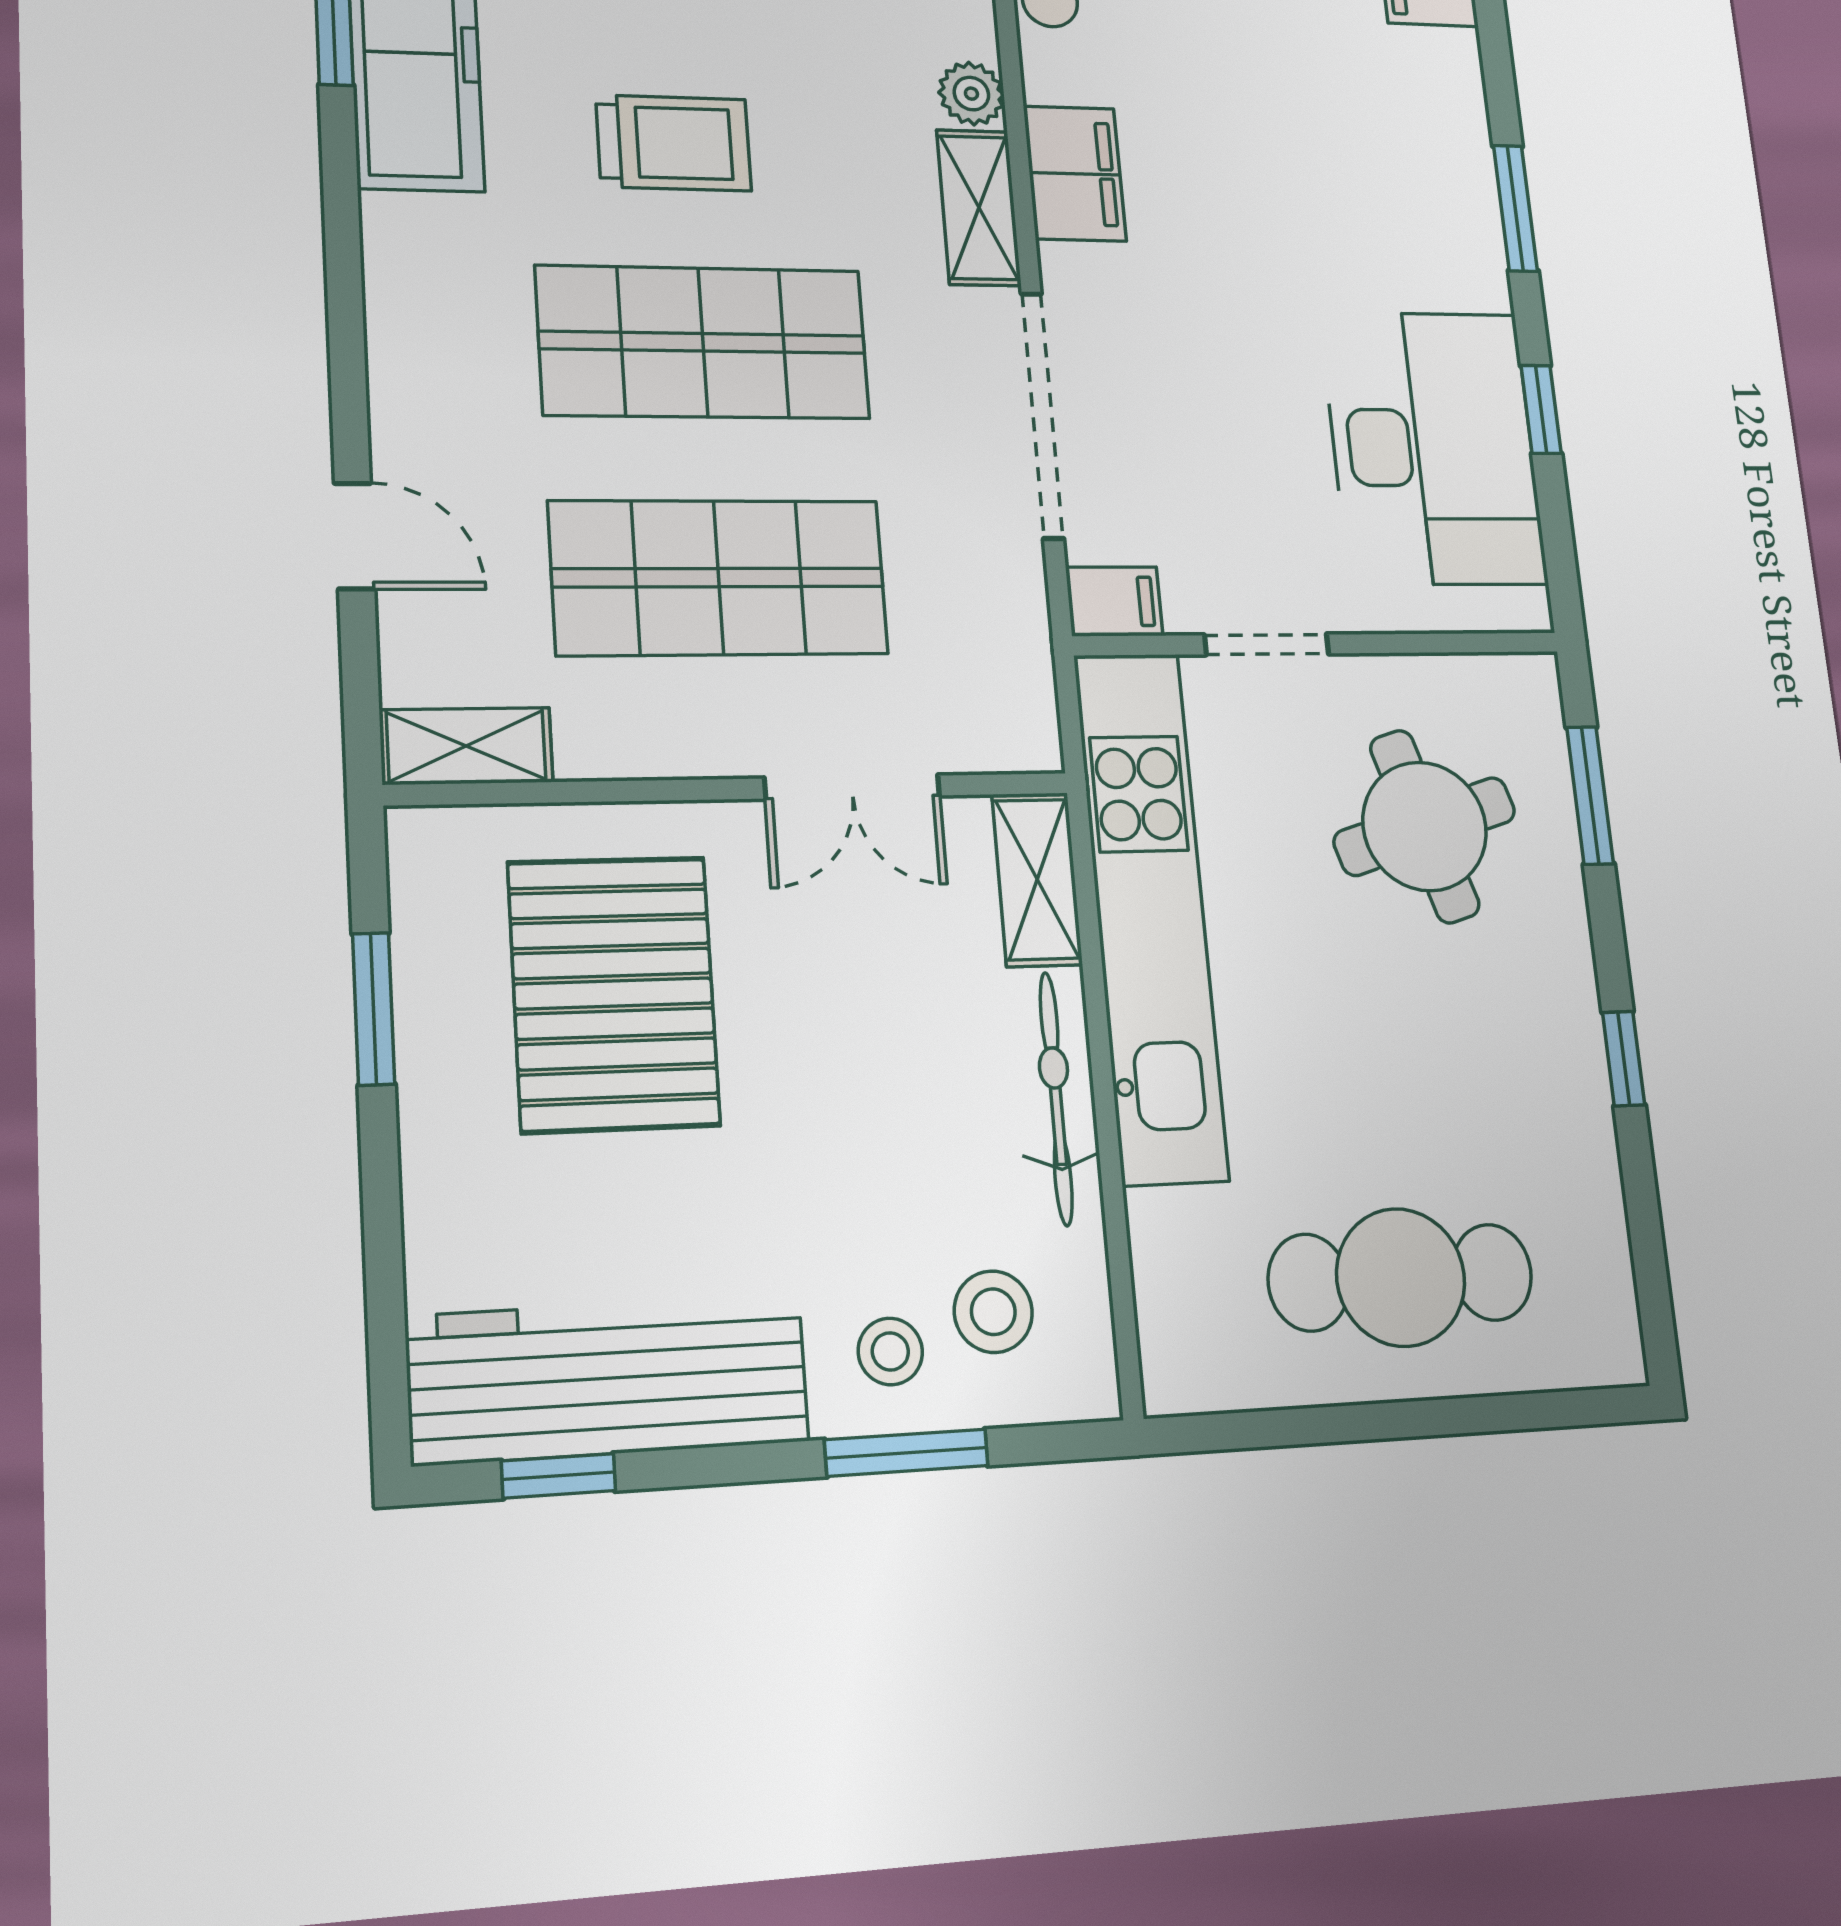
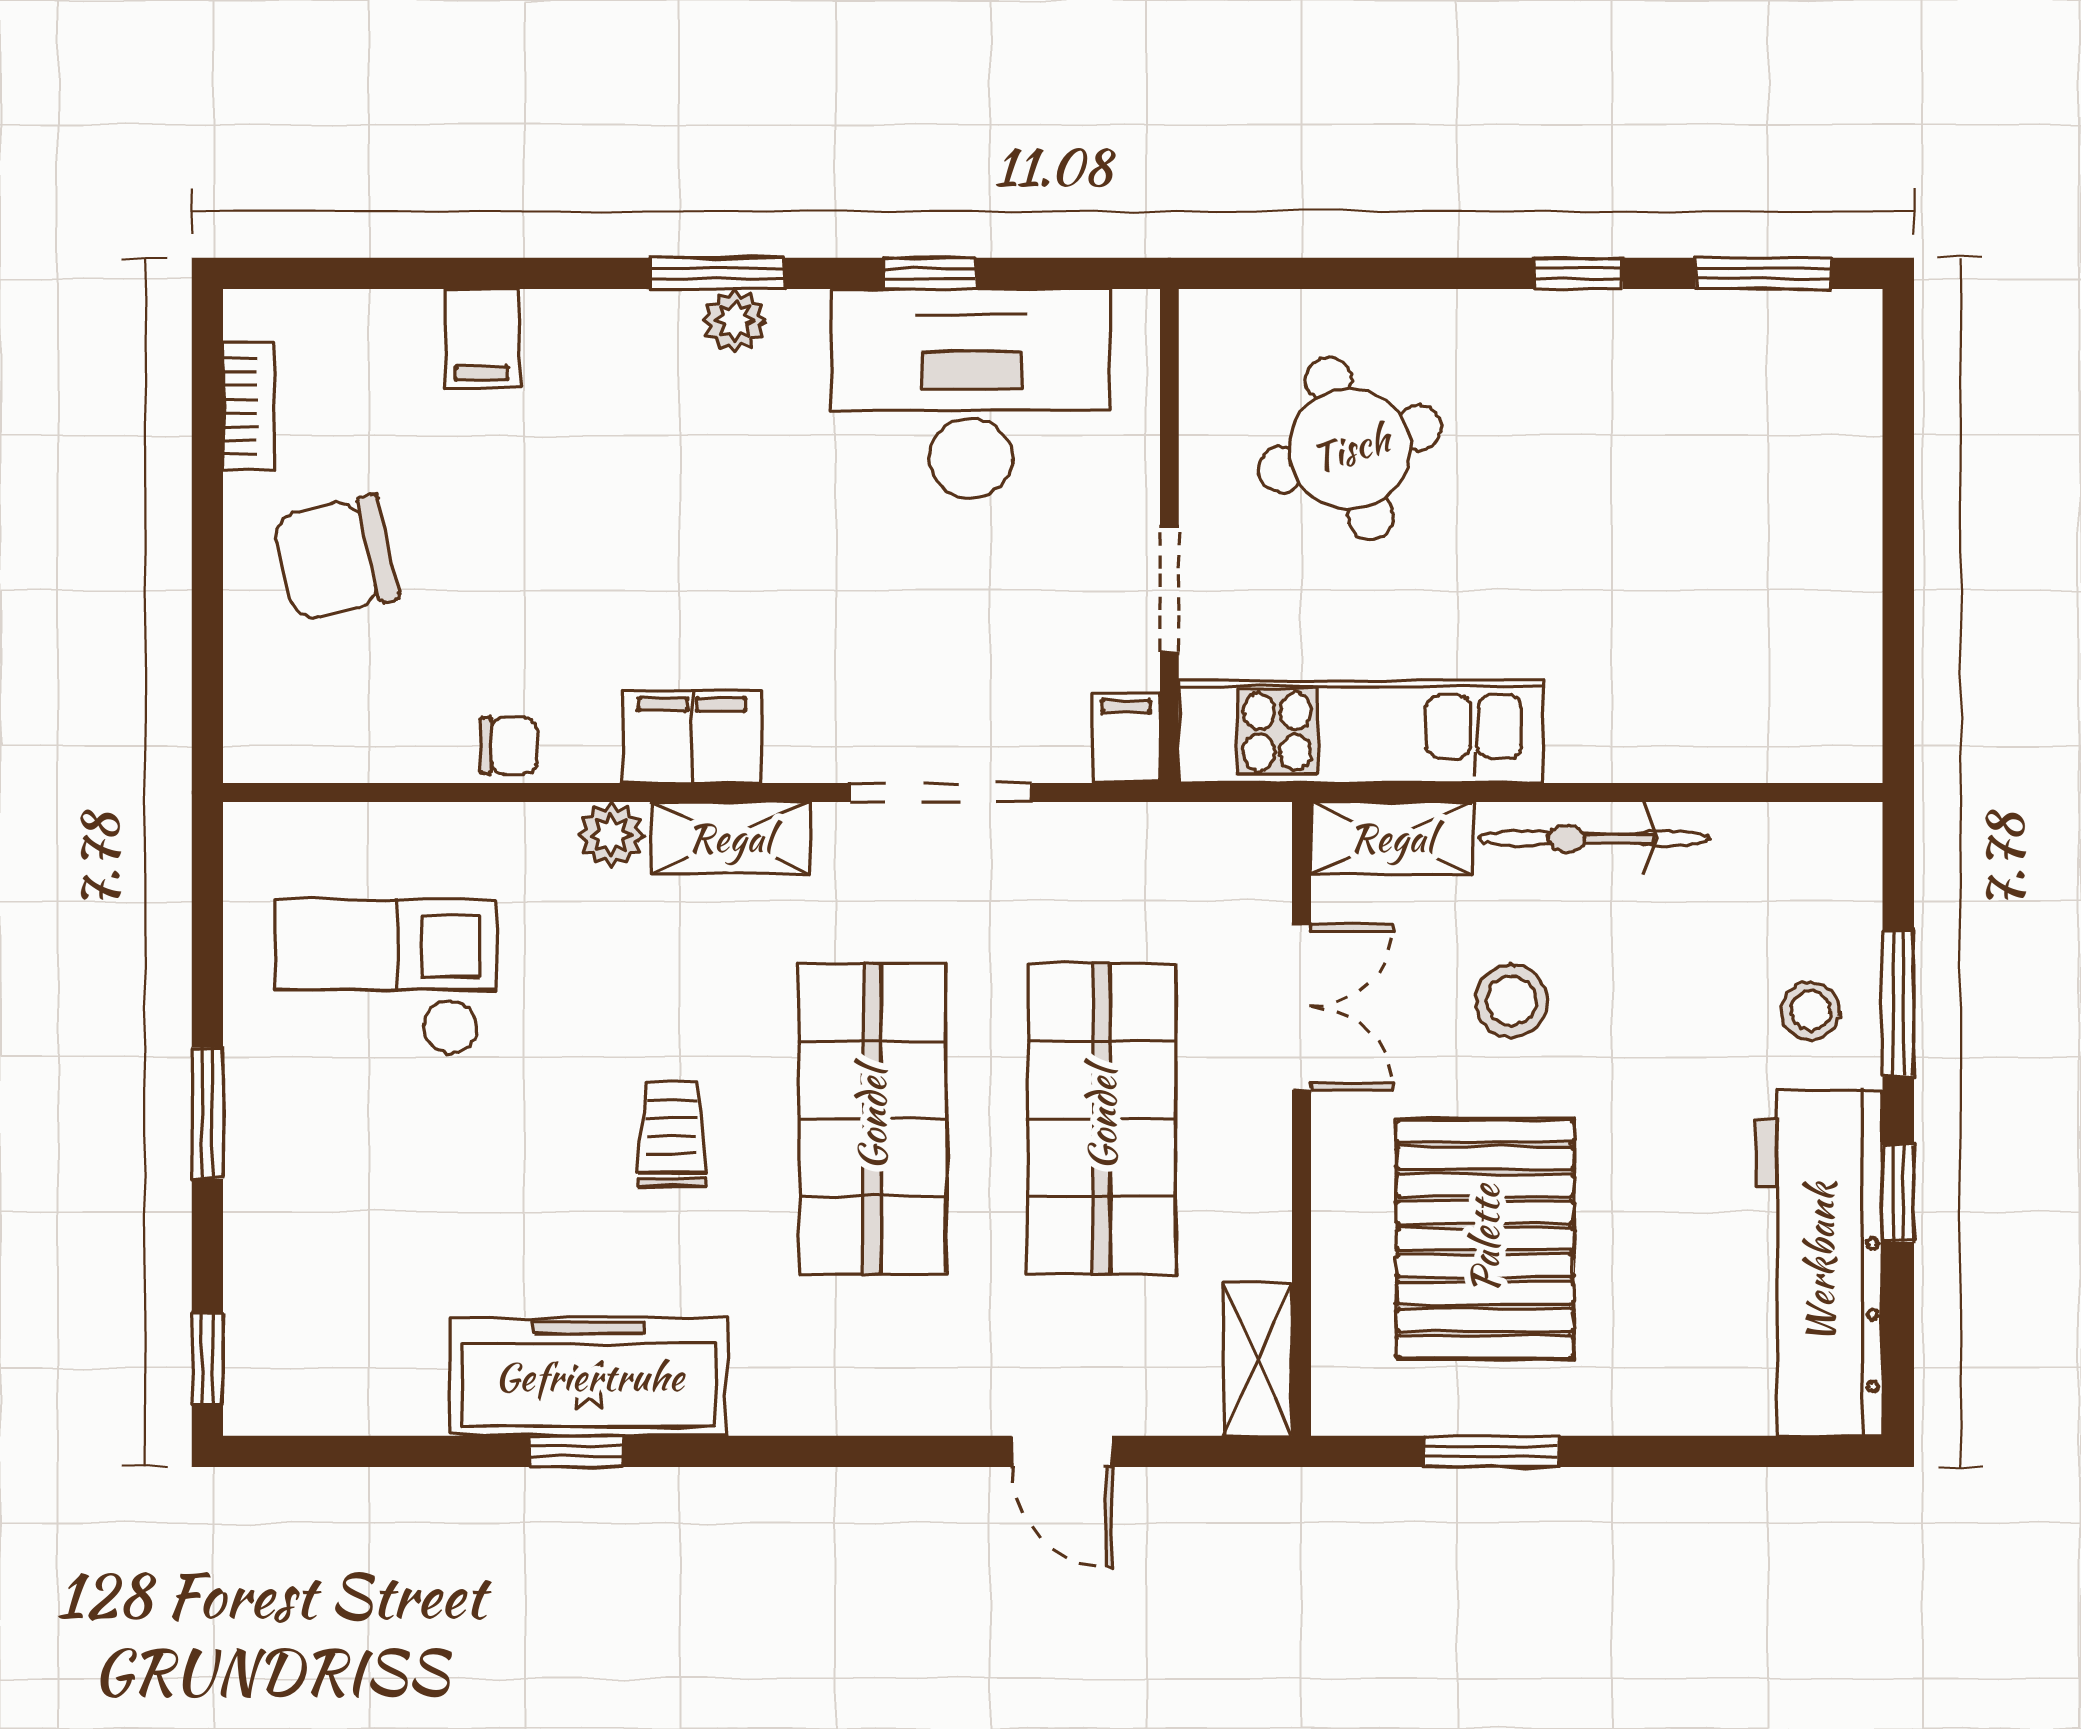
trolley: (674, 143) -> (672, 1135), width x0.73, depth x0.72
plant: (1474, 224) -> (735, 321), added
doorway: (1042, 415) -> (941, 792), width x0.73
door: (354, 536) -> (1062, 1451), swing flipped
window: (1590, 795) -> (1764, 273), moved
kitchen unit: (1150, 915) -> (1361, 732), width x0.73
pallet: (614, 994) -> (1485, 1239), turned 90
cafe table: (1401, 1277) -> (1771, 523), removed
stool: (993, 1312) -> (1511, 1001), moved
window: (559, 1476) -> (1898, 1193), moved

